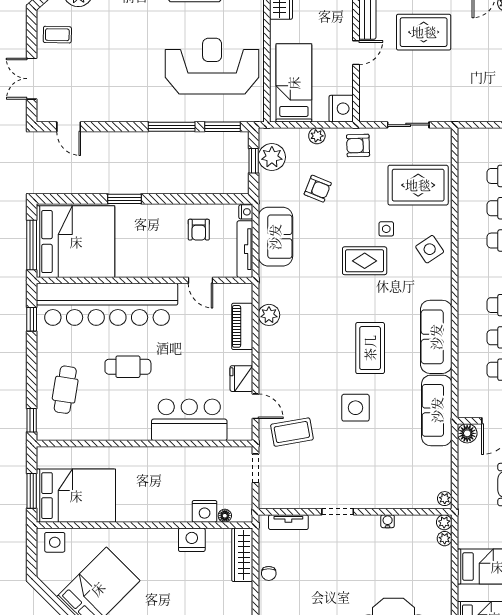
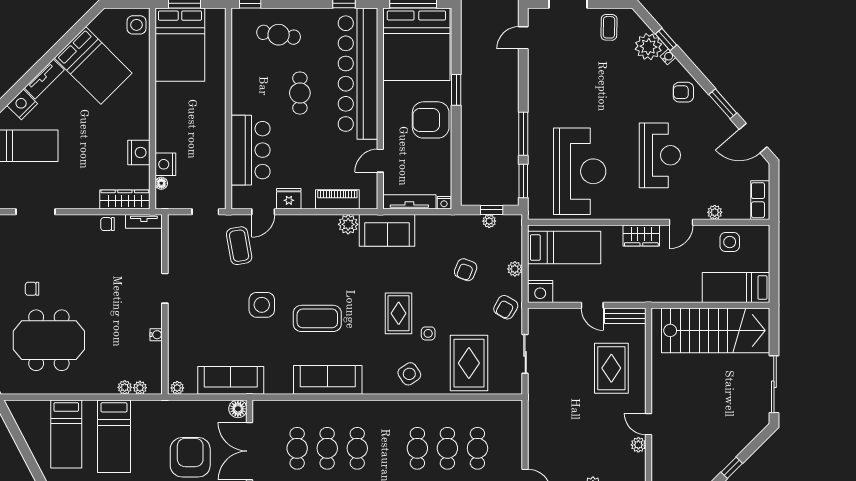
armchair: (358, 146) -> (506, 307), turned -148
plant: (272, 157) -> (489, 221), width x0.53, depth x0.53
armchair: (199, 230) -> (431, 120), moved, width x1.88, depth x1.88
sofa: (275, 237) -> (387, 230), moved
sofa: (437, 410) -> (231, 380), moved
tv unit: (288, 522) -> (144, 221), moved, turned -90
plant: (444, 522) -> (125, 387), moved

